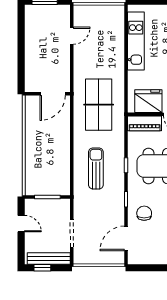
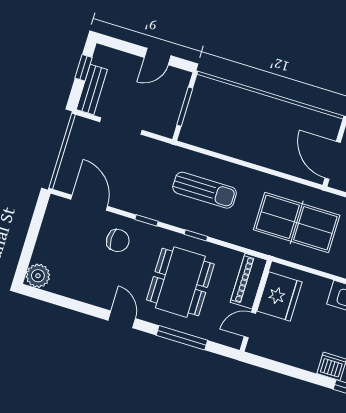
bench: (49, 258) -> (92, 90), width x0.73

